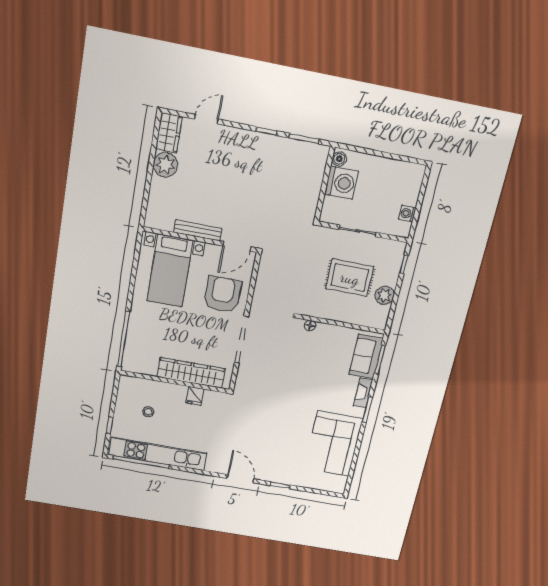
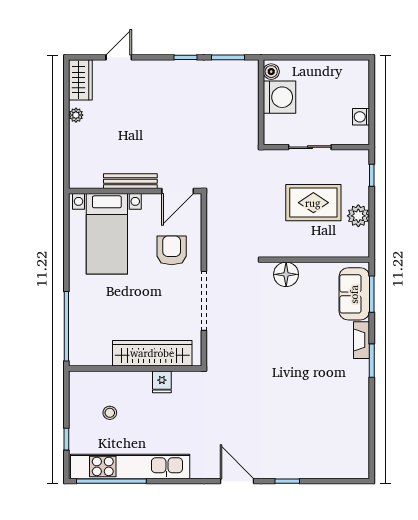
plant: (165, 165) -> (76, 115), width x0.53, depth x0.53
armchair: (222, 294) -> (172, 250), width x0.73, depth x0.73
floor lamp: (310, 326) -> (286, 274), width x1.89, depth x1.89
corner sofa: (333, 444) -> (341, 413), removed

